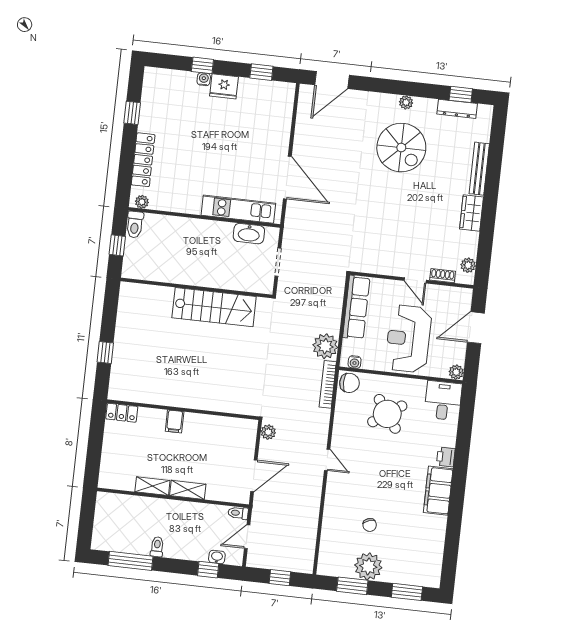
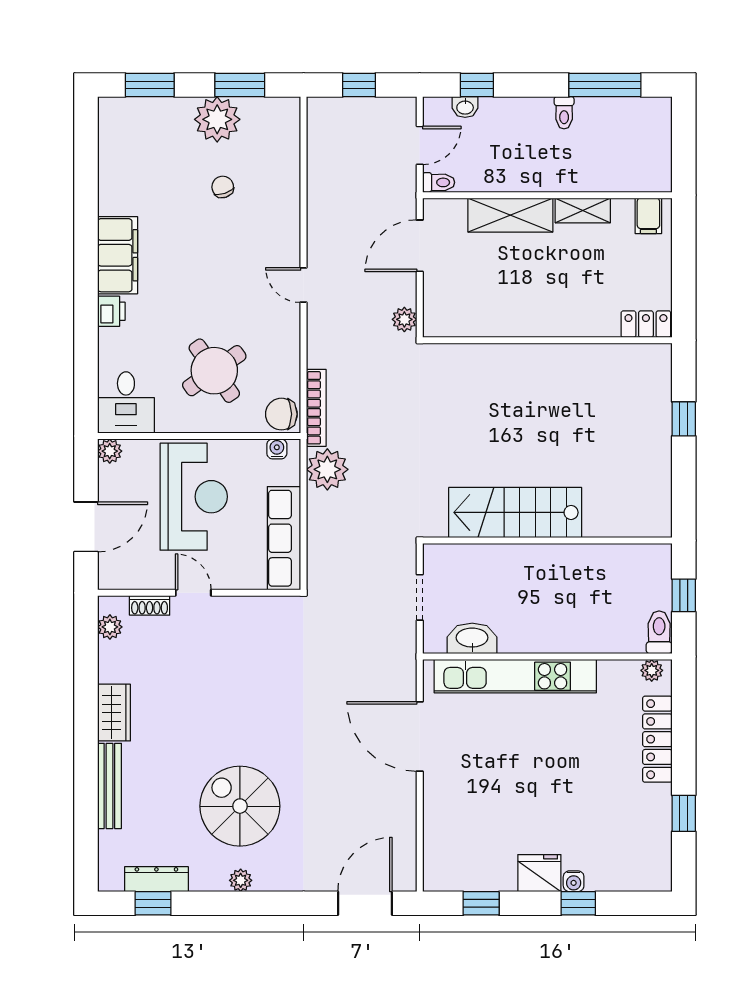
kitchen unit: (238, 209) -> (515, 676), width x1.36
filing cabinet: (175, 421) -> (648, 216), moved, turned 180
shelving: (188, 490) -> (510, 215), width x1.50, depth x1.33

